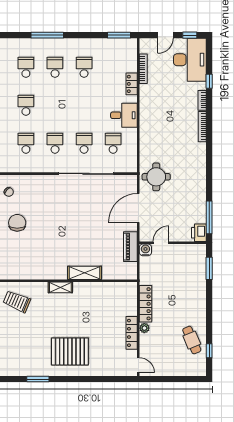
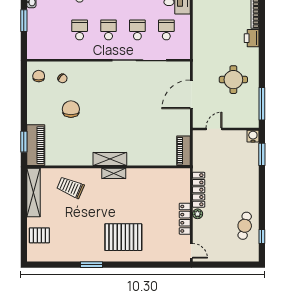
round table: (156, 177) -> (233, 80), moved
printer: (199, 233) -> (252, 38), moved
piano: (130, 247) -> (184, 151), moved
water cooler: (145, 250) -> (253, 136), moved
shelving: (84, 273) -> (110, 159), moved
cafe table: (192, 340) -> (245, 226), turned 35

